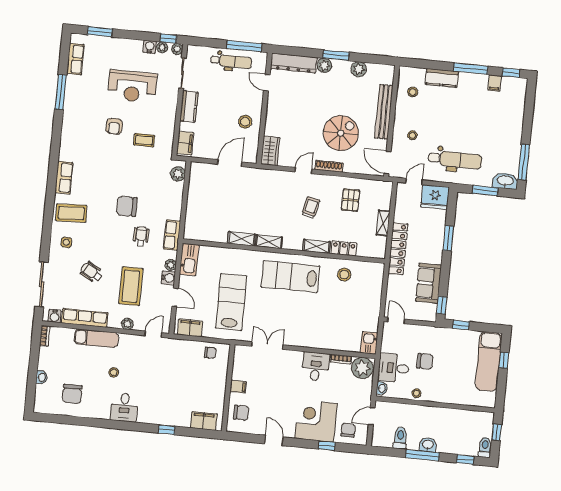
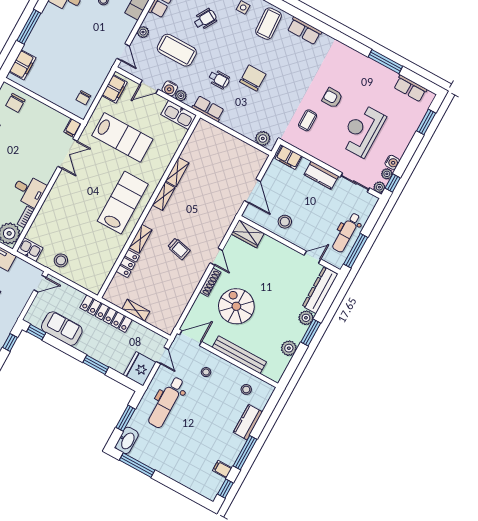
spiral stairs: (341, 133) -> (236, 306), turned 180
pallet: (351, 200) -> (170, 289), removed
stool: (344, 275) -> (61, 260), moved
filing cabinet: (238, 387) -> (73, 128), moved
window: (167, 430) -> (29, 27), width x2.17

